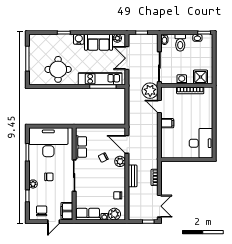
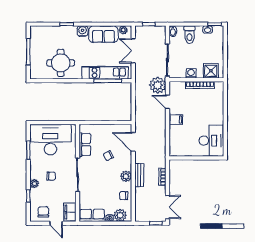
plant: (120, 161) -> (126, 176), moved
door: (54, 222) -> (56, 223), hinge flipped

